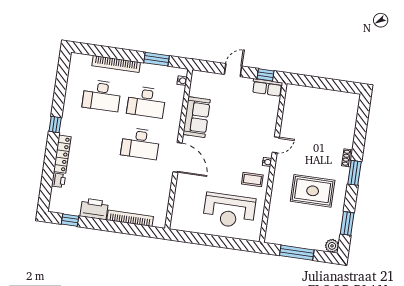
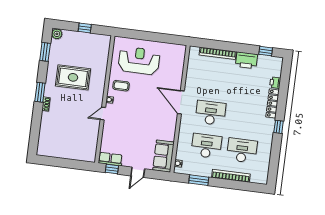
sofa: (197, 117) -> (163, 156), moved
window: (297, 253) -> (85, 28), width x0.46

